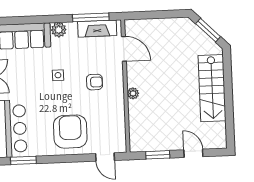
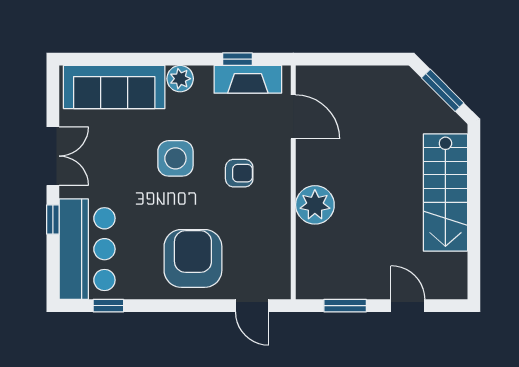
window: (91, 17) -> (237, 59), width x0.46
side table: (58, 75) -> (175, 158), width x1.87, depth x1.87
plant: (133, 93) -> (315, 205), width x1.87, depth x1.87
window: (23, 160) -> (108, 306), width x0.67

